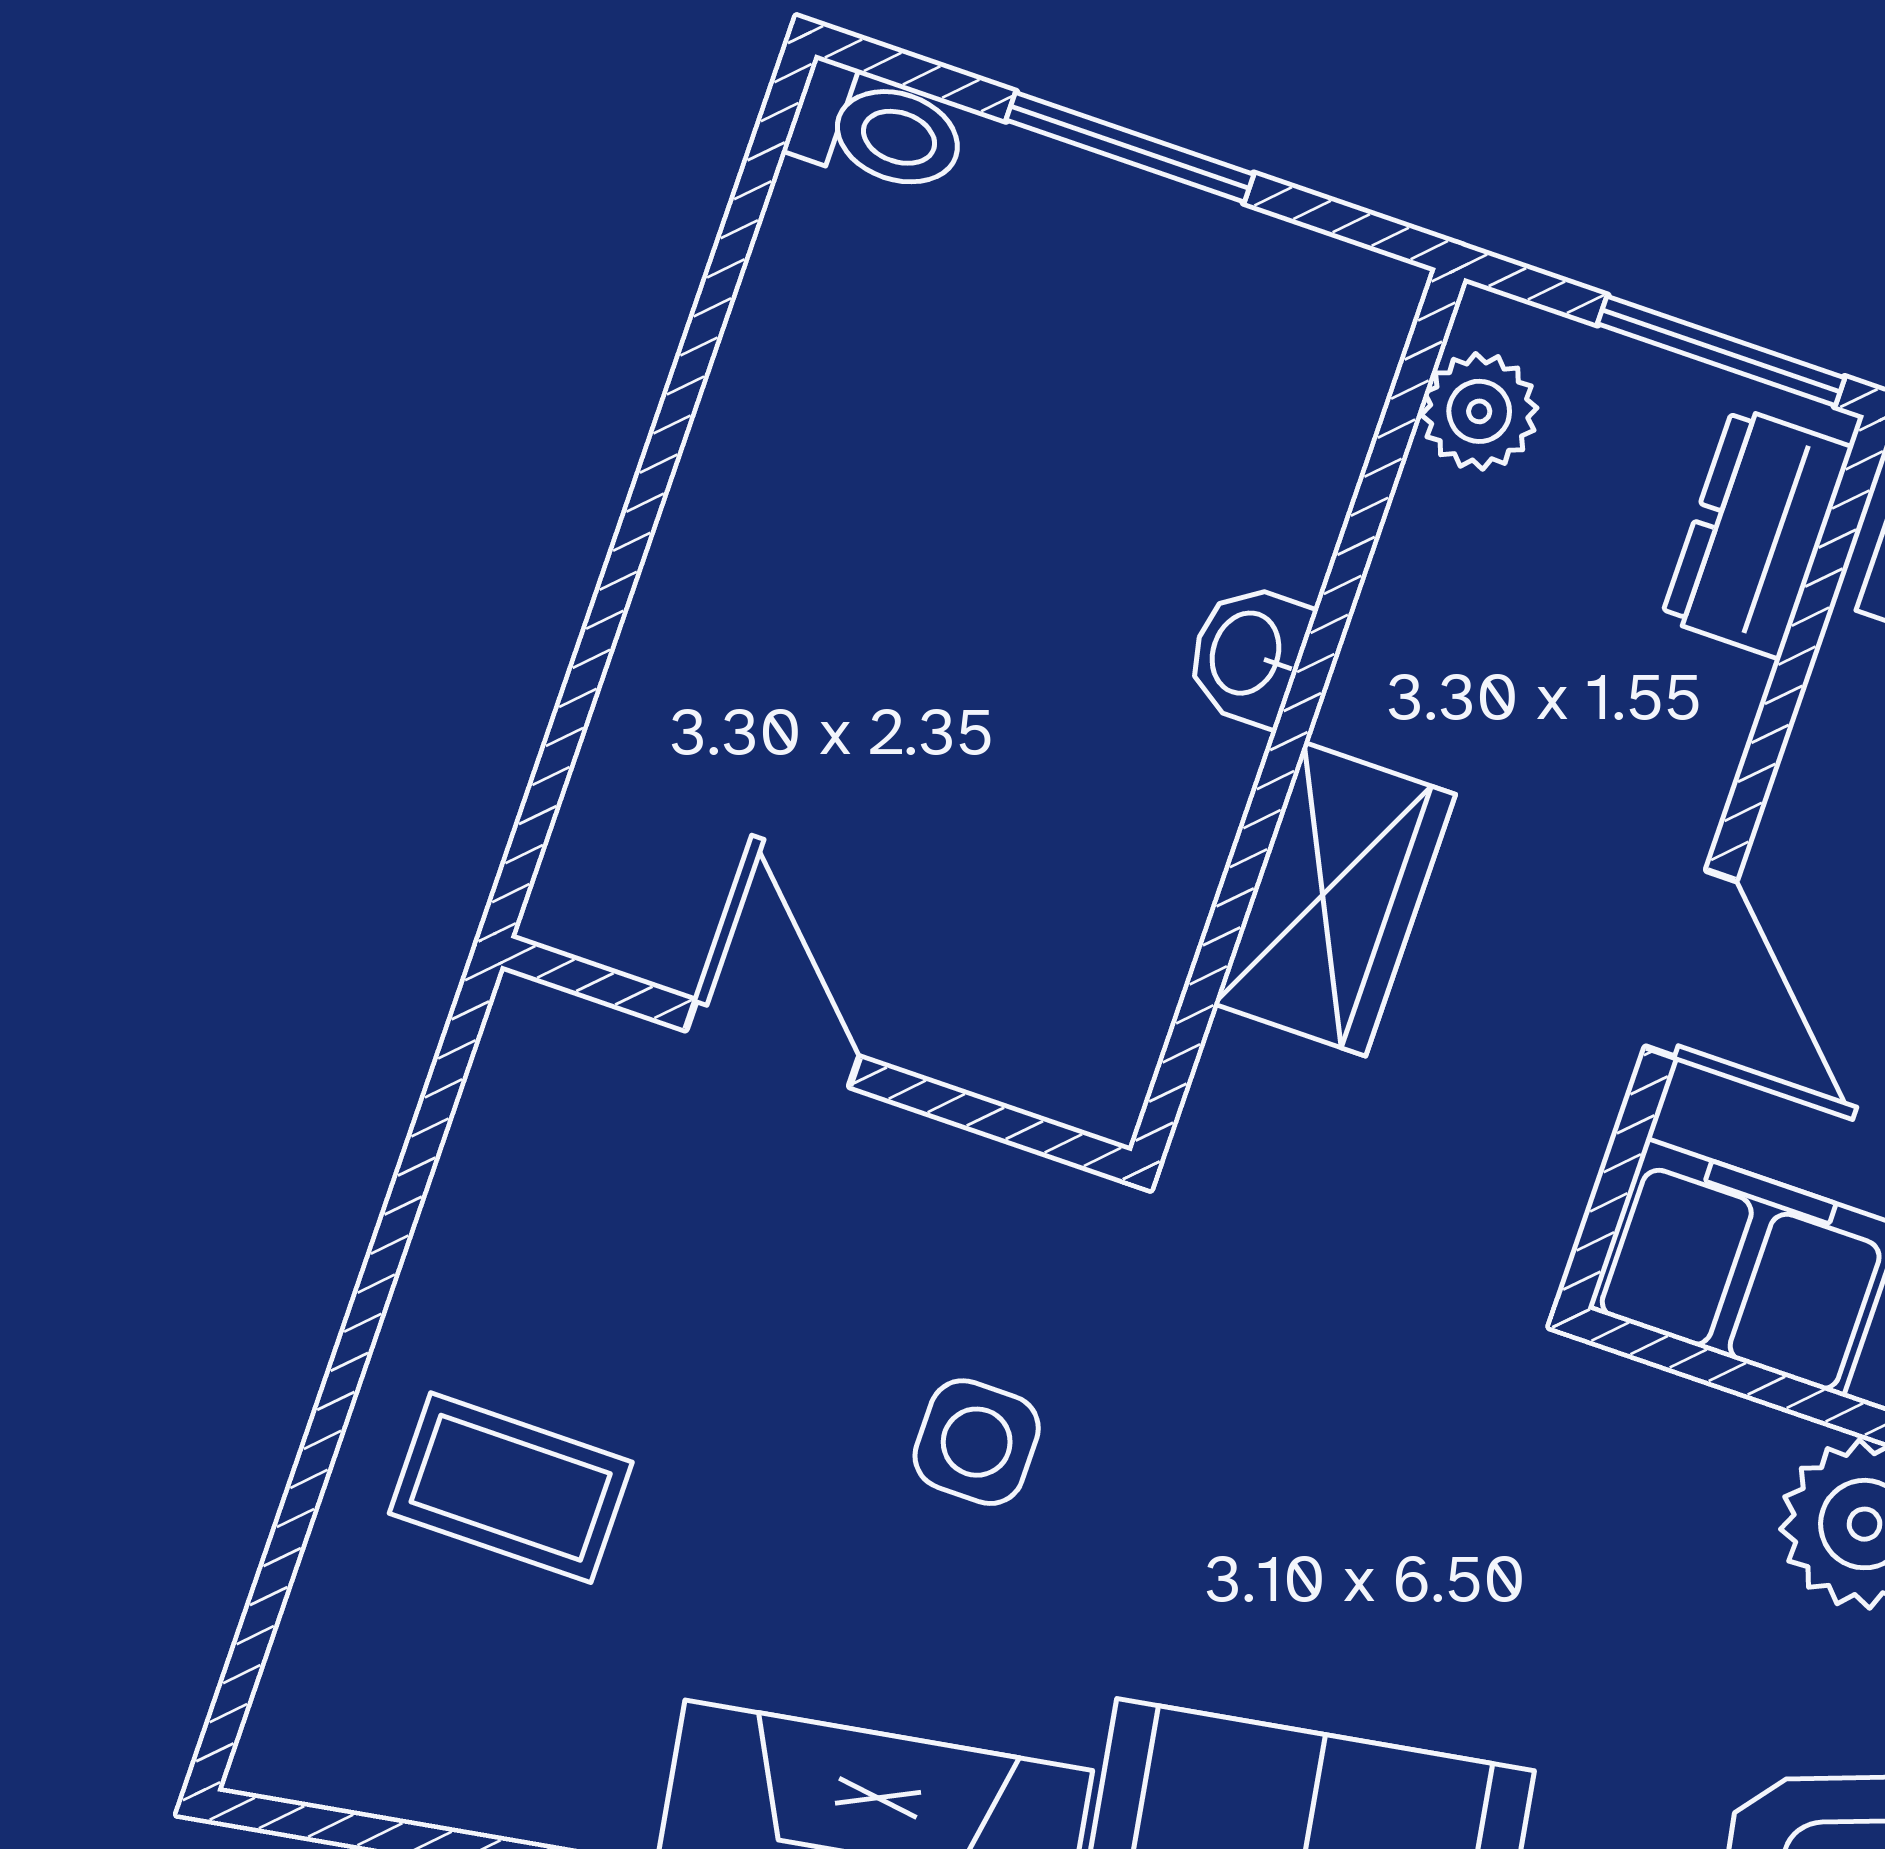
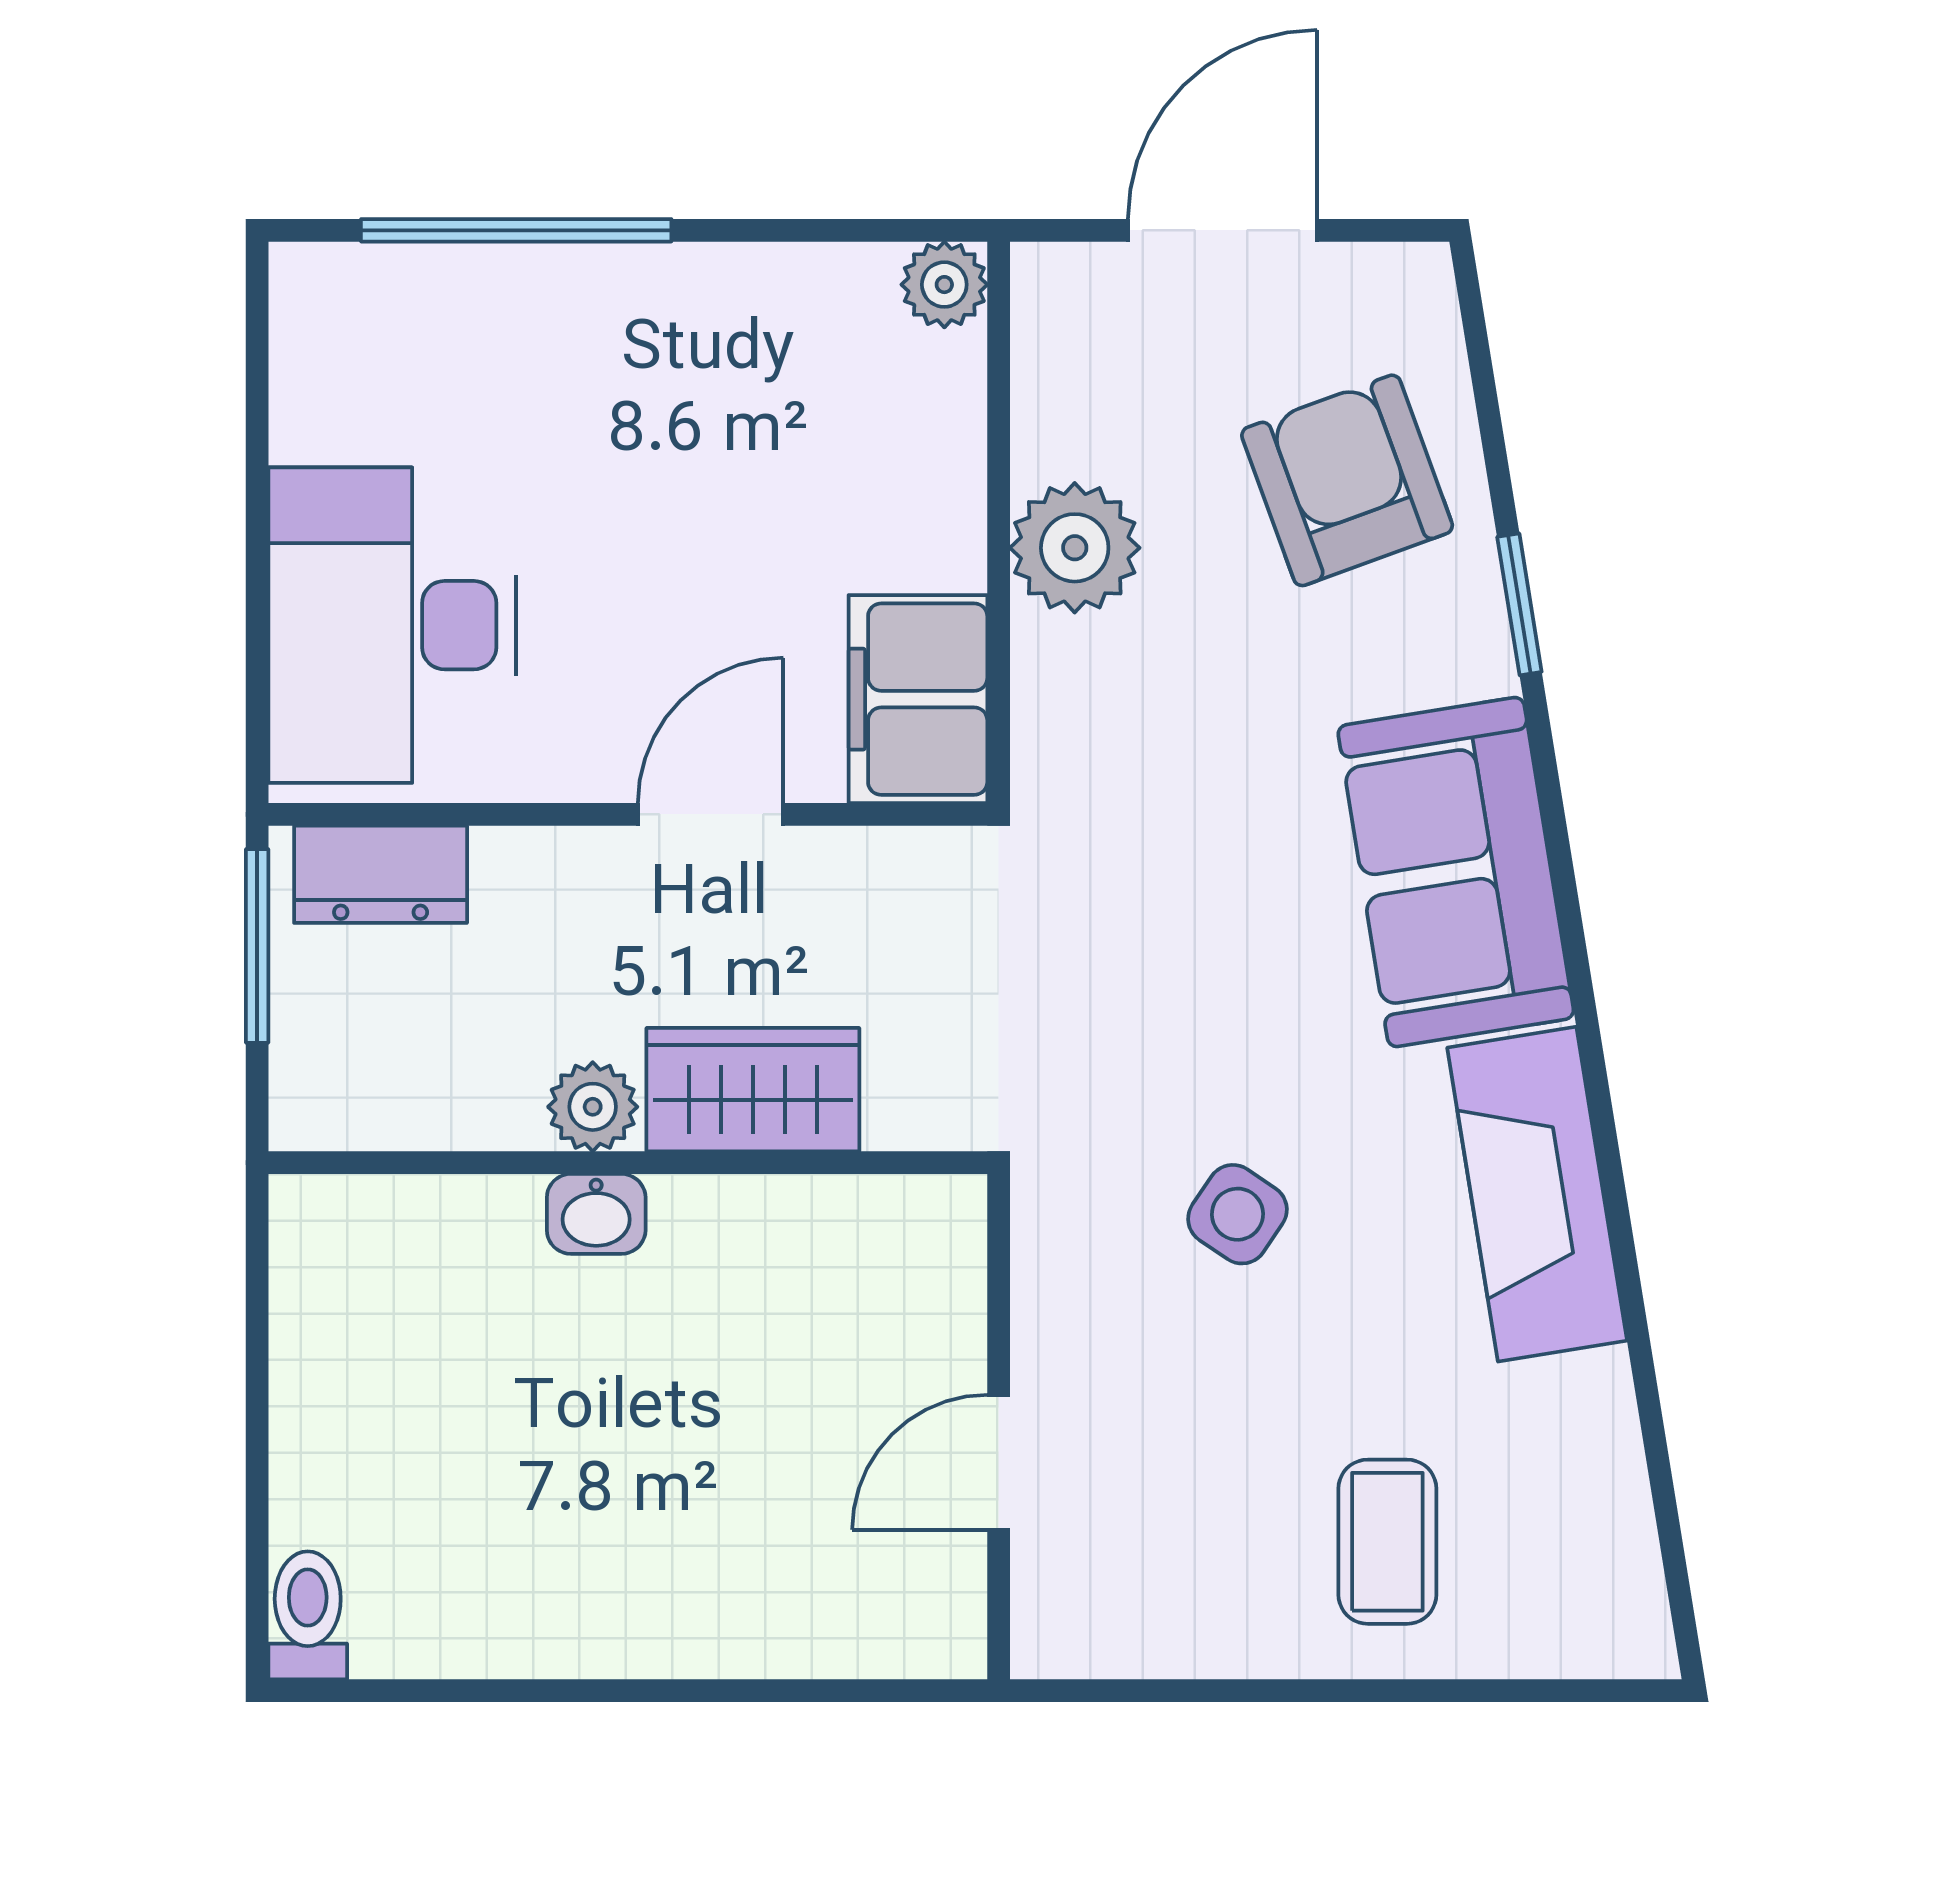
window: (1130, 147) -> (257, 1427), removed
plant: (1479, 411) -> (593, 1107), moved
side table: (977, 1442) -> (1237, 1214), turned 34

